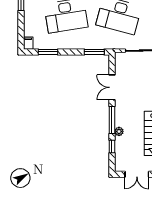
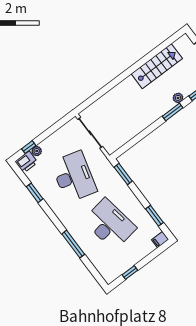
double door: (112, 87) -> (143, 134), removed
window: (112, 120) -> (173, 112), width x0.69

